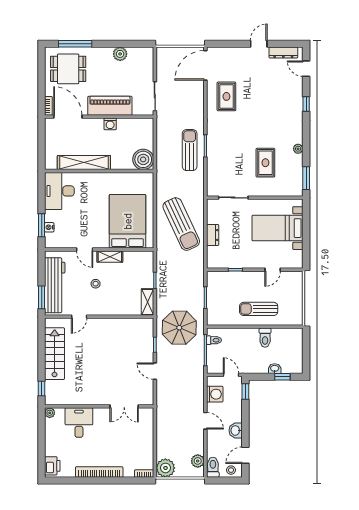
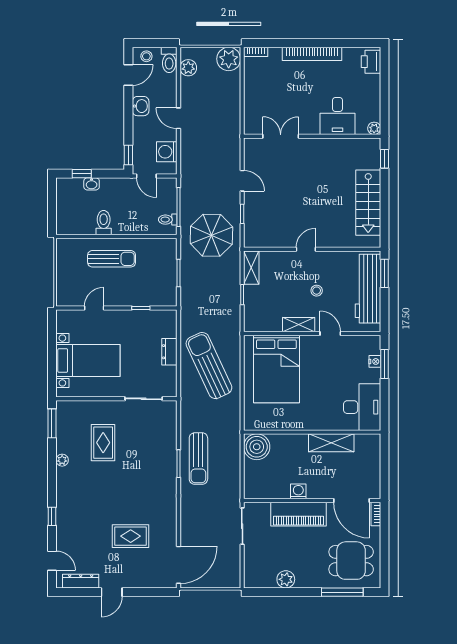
rug: (226, 96) -> (131, 536), moved, turned 90
shelving: (84, 163) -> (331, 443), width x0.68
door: (79, 317) -> (306, 249), moved

